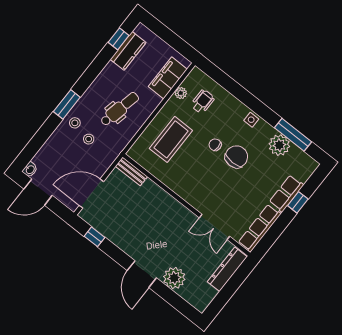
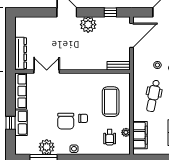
plant: (174, 278) -> (88, 25), moved

